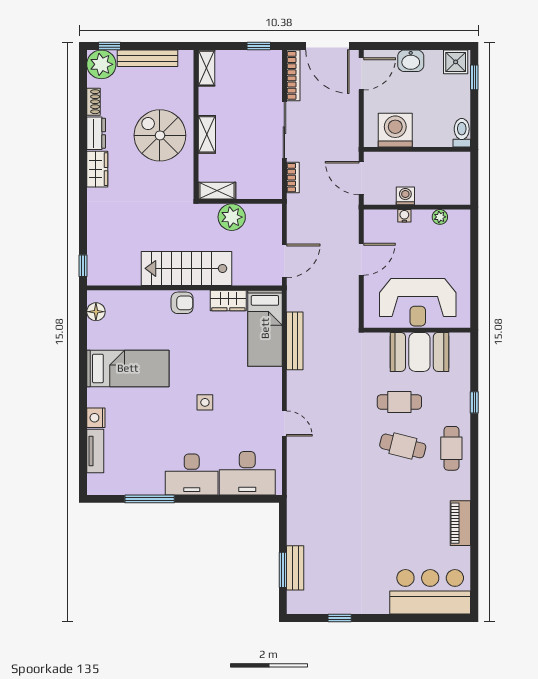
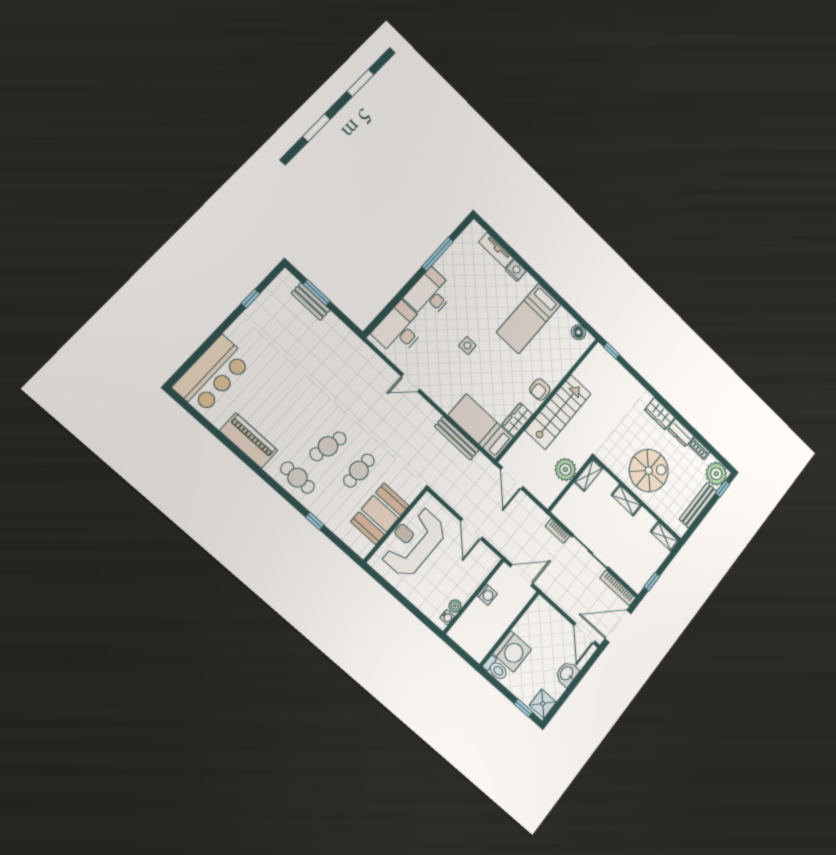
washing machine: (395, 130) -> (512, 651), moved
water cooler: (404, 216) -> (447, 617), moved
piano: (460, 523) -> (249, 441), width x1.37, depth x1.33

